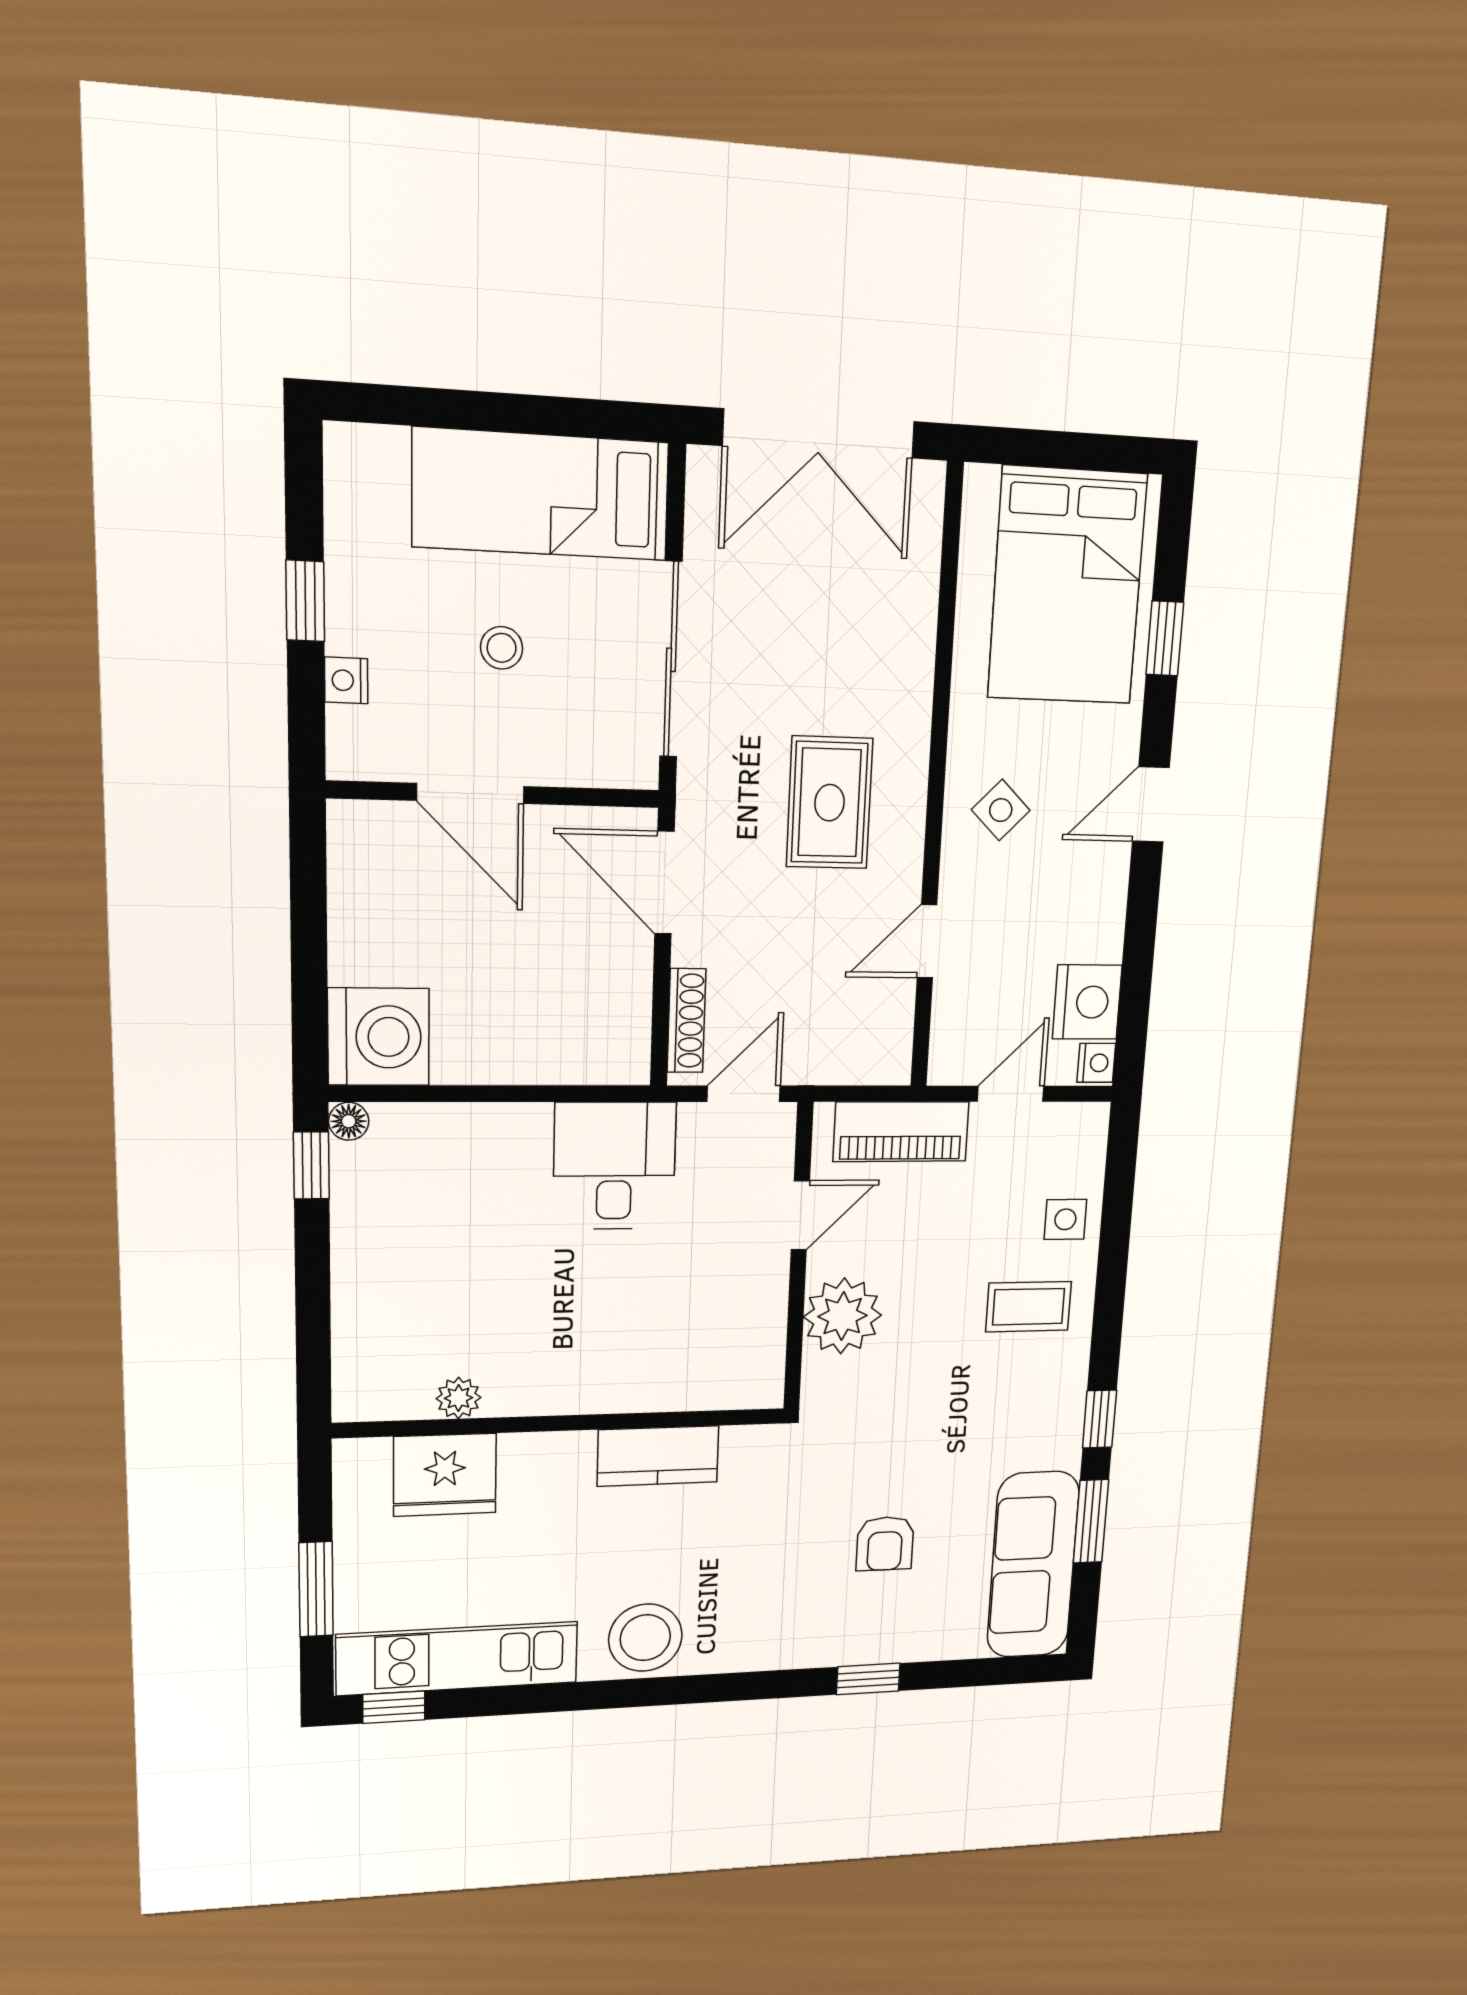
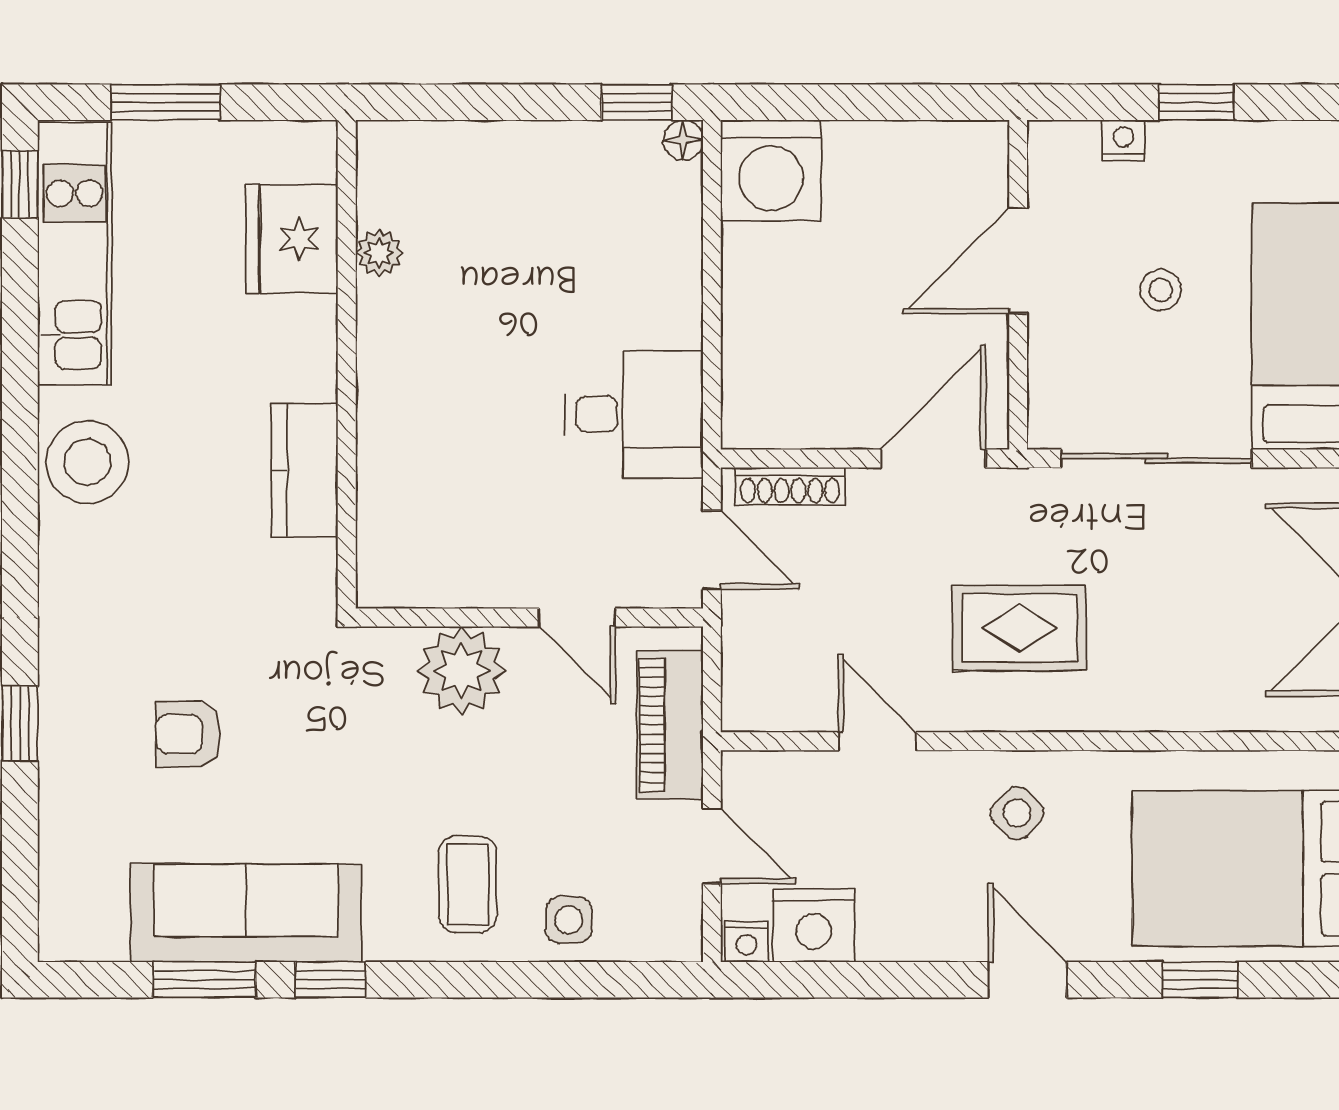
sofa: (1033, 1565) -> (246, 913), moved

